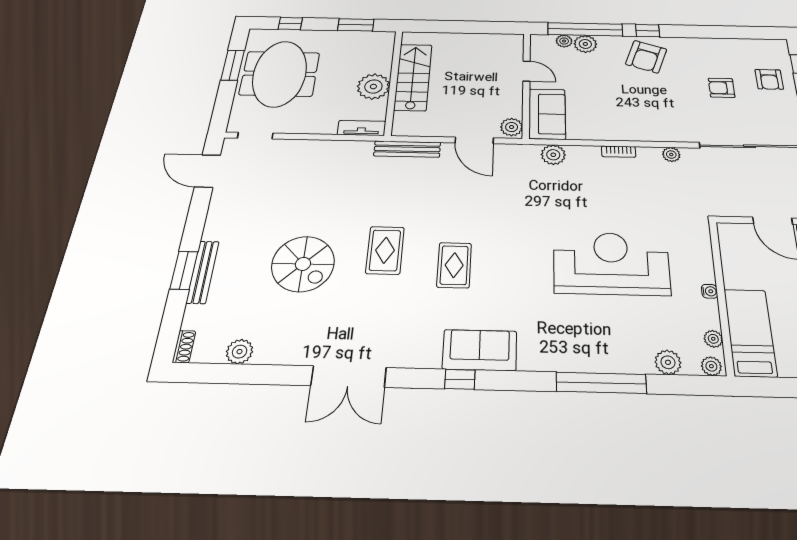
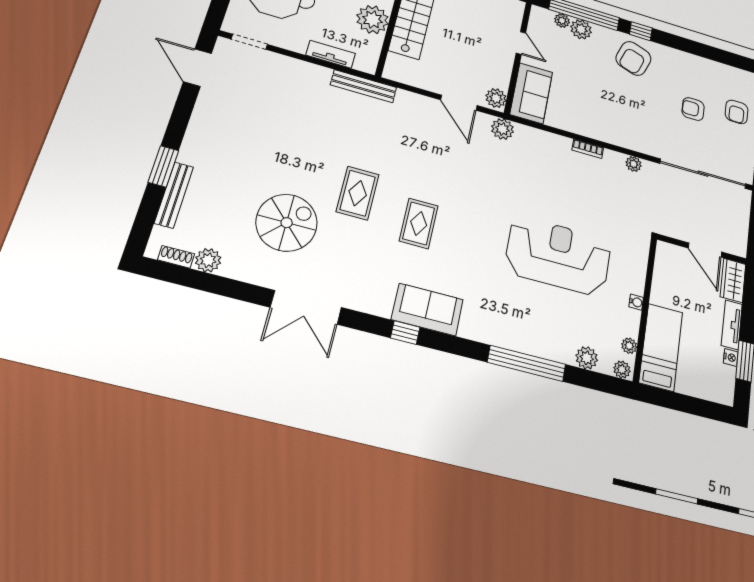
tv unit: (362, 128) -> (331, 54), moved
bench: (407, 149) -> (364, 86), moved
plant: (553, 155) -> (502, 129), moved
spiral stairs: (303, 264) -> (287, 223), moved, turned -90
bench: (203, 272) -> (174, 195), moved
shoe rack: (184, 347) -> (176, 257), moved, turned -90

